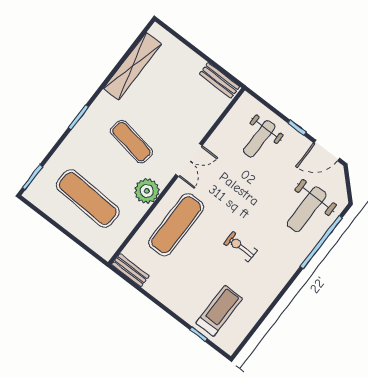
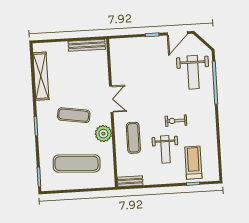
bench: (220, 80) -> (87, 45), width x1.36
weight bench: (259, 139) -> (165, 149), moved
exercise mat: (176, 225) -> (133, 138), width x0.73, depth x0.69

